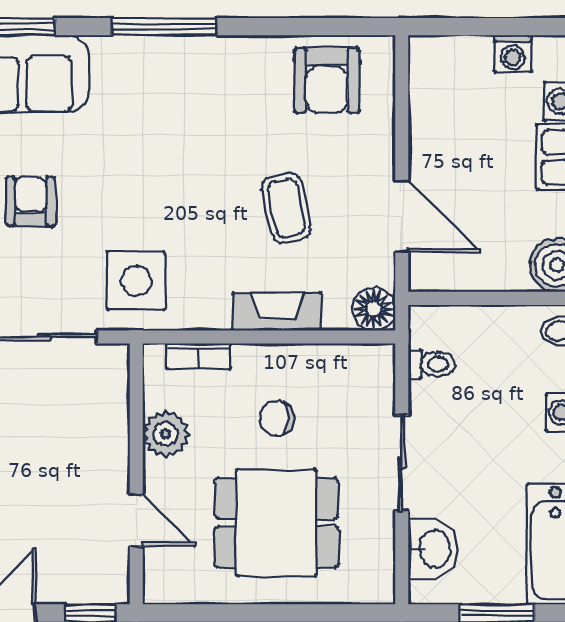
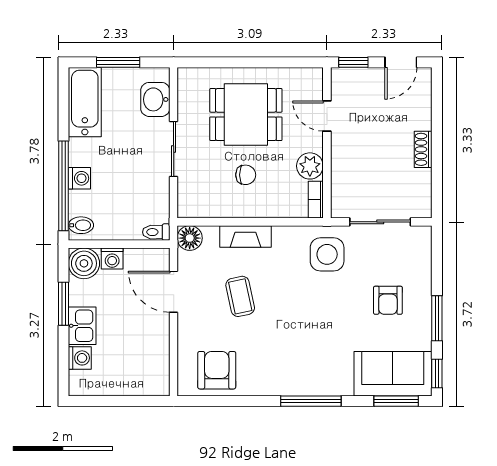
washing machine: (513, 54) -> (112, 259), moved, turned 180
bookcase: (199, 356) -> (316, 200), moved, turned -90
toilet: (432, 364) -> (156, 232), moved

